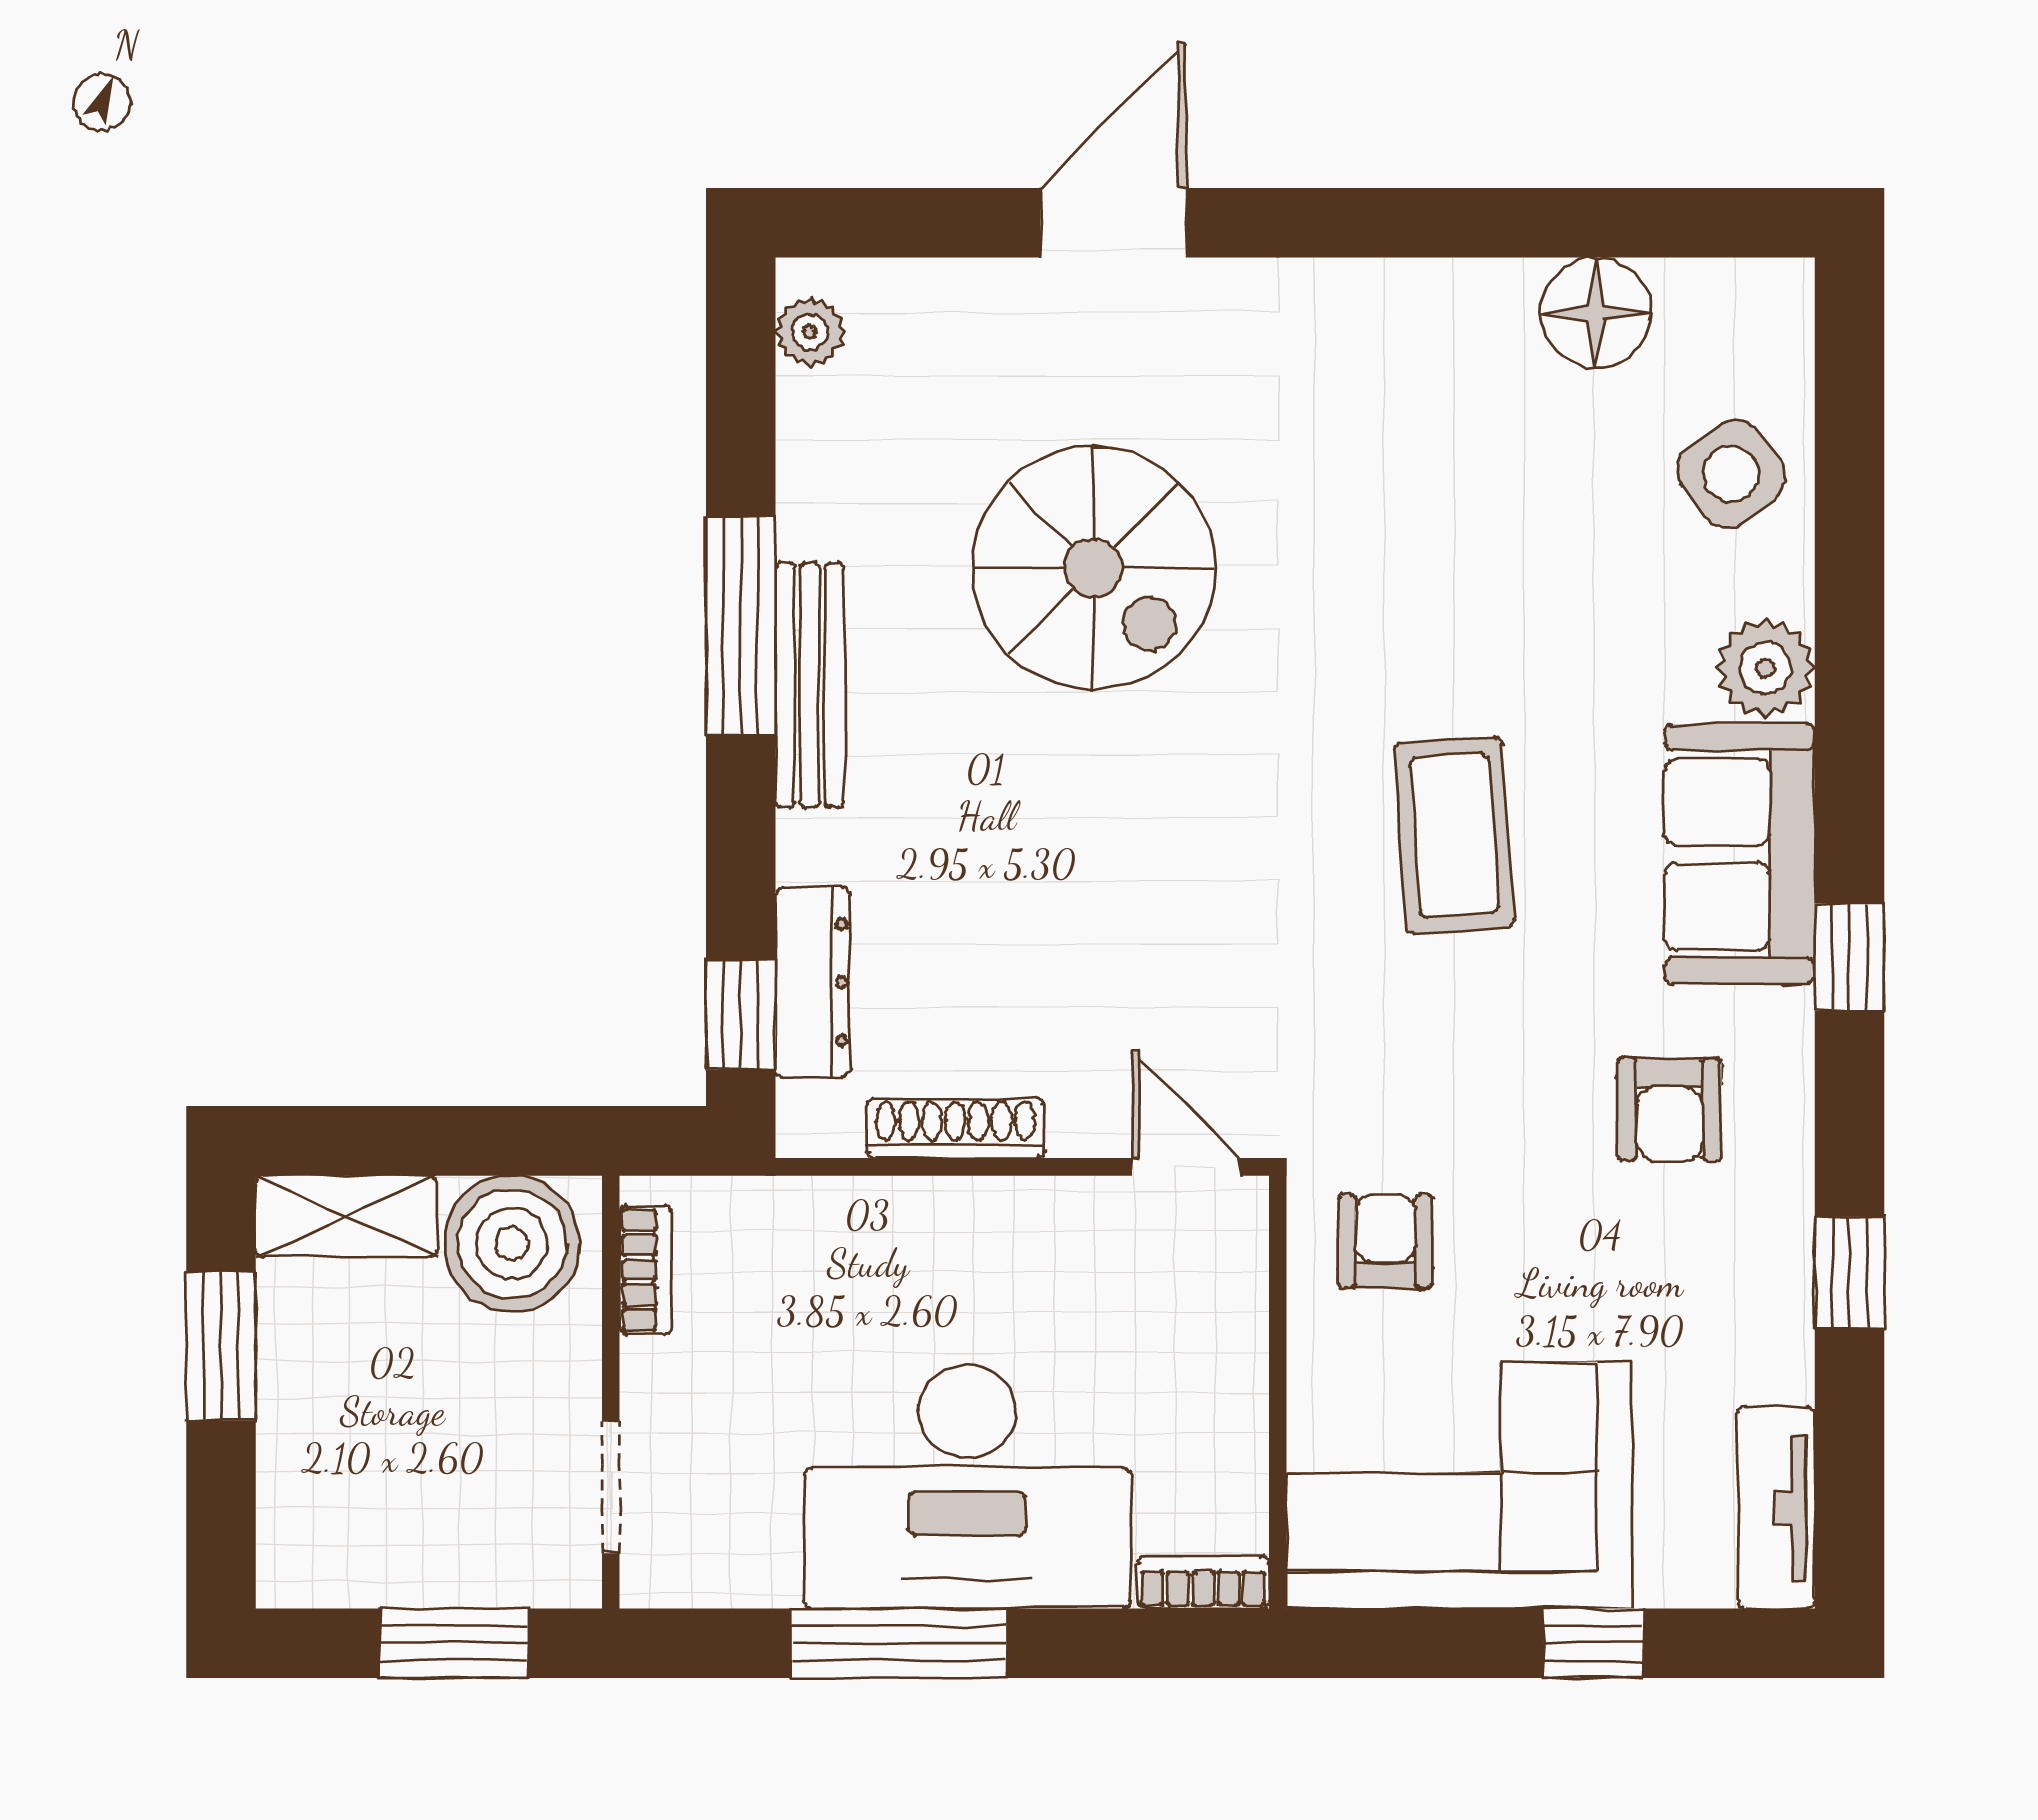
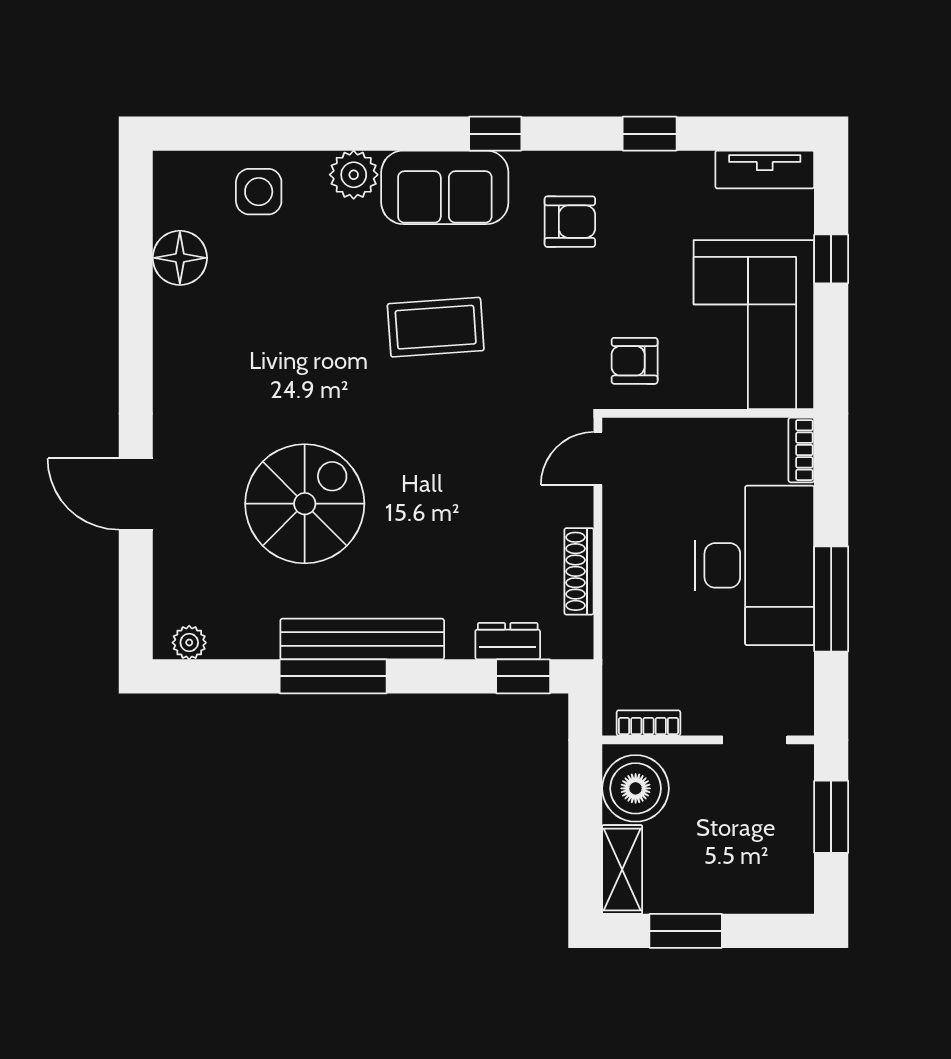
side table: (1731, 474) -> (259, 192), turned 37
bench: (810, 685) -> (362, 639), width x1.37, depth x1.21
dresser: (813, 982) -> (508, 641), width x0.70

